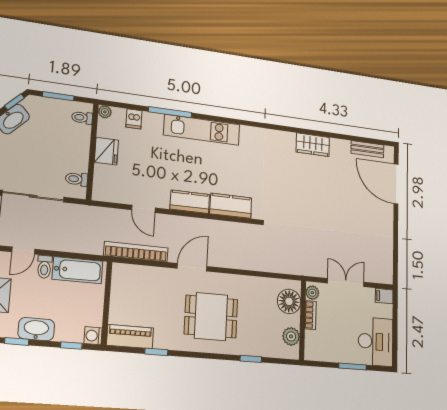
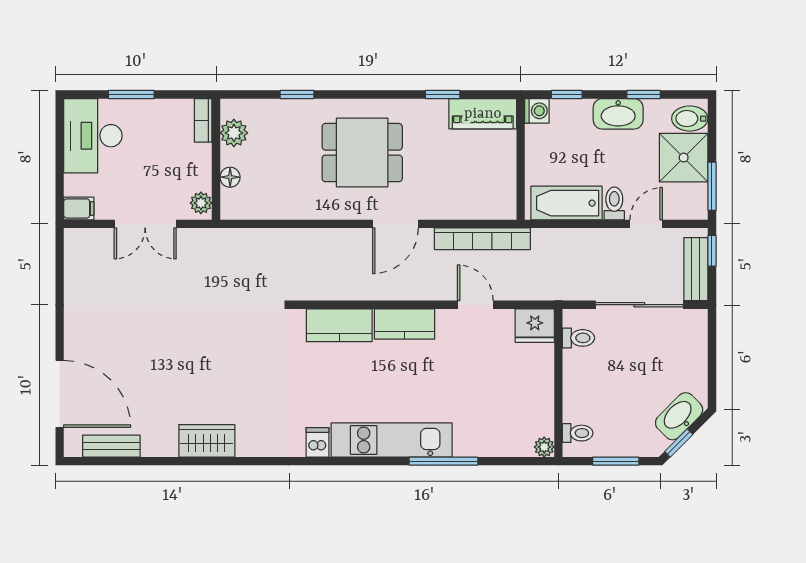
dishwasher: (134, 119) -> (317, 442), moved
fridge: (106, 151) -> (535, 326), moved, turned -90
floor lamp: (289, 301) -> (230, 177), width x0.53, depth x0.53
bookcase: (310, 315) -> (203, 120), moved

